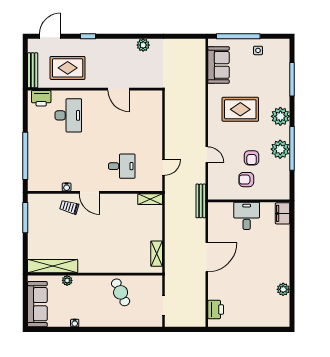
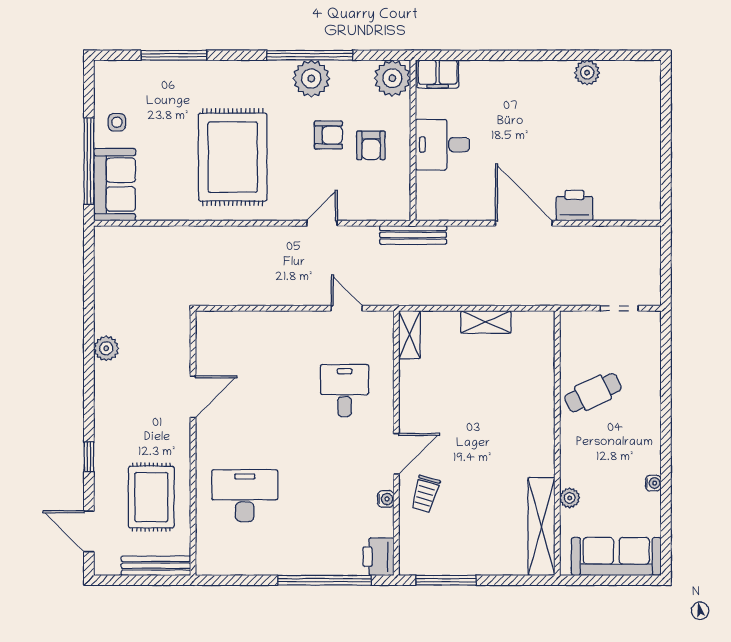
sofa: (219, 65) -> (115, 185), moved, turned 90
printer: (41, 98) -> (378, 557), moved, turned 180
rug: (240, 109) -> (233, 157), width x1.37, depth x1.44
plant: (280, 116) -> (392, 78), moved
shelving: (157, 254) -> (486, 322), moved
printer: (216, 309) -> (574, 206), moved

